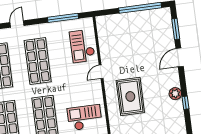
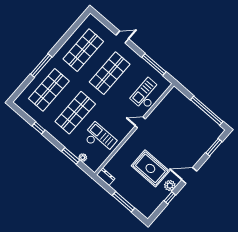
door: (180, 57) -> (189, 176), moved
rug: (130, 96) -> (150, 168), moved, turned 90

